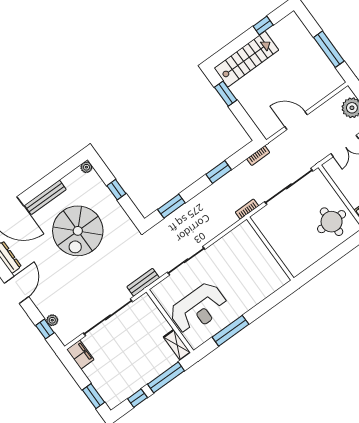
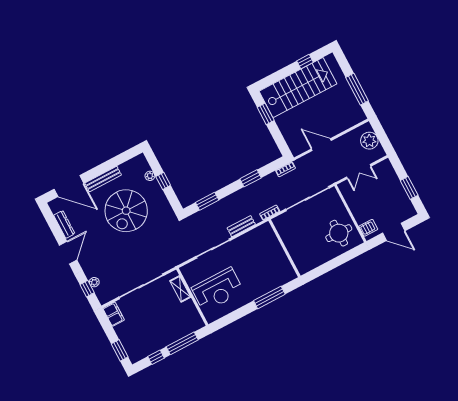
stairs: (246, 59) -> (298, 87), width x1.36, depth x1.51
plant: (86, 167) -> (150, 176), moved
bench: (143, 282) -> (241, 226), moved
window: (231, 331) -> (269, 297), moved
shelving: (177, 345) -> (180, 289), moved

